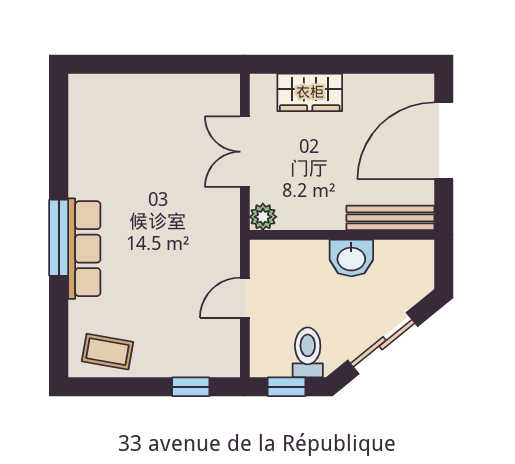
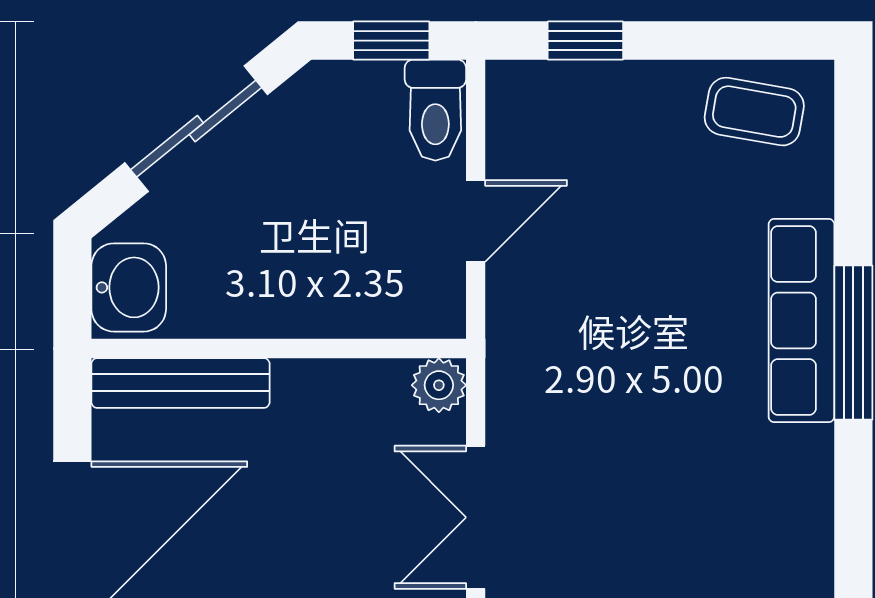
double door: (245, 152) -> (476, 517), swing flipped
washbasin: (351, 258) -> (129, 287), moved, turned 90
toilet: (308, 352) -> (435, 110), moved

